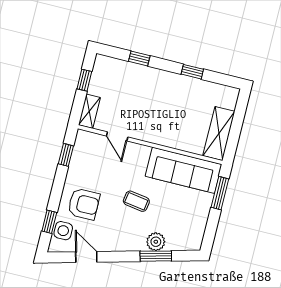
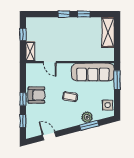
window: (139, 59) -> (64, 14), moved
shelving: (219, 134) -> (108, 32), moved
window: (66, 155) -> (23, 99), moved
armchair: (84, 204) -> (36, 95), moved
side table: (63, 231) -> (108, 105), moved

